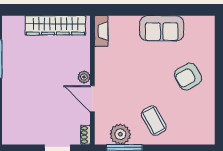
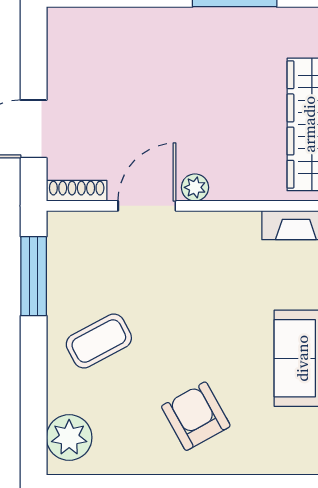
plant: (120, 134) -> (69, 437), moved
shoe rack: (85, 135) -> (77, 191), width x1.43

